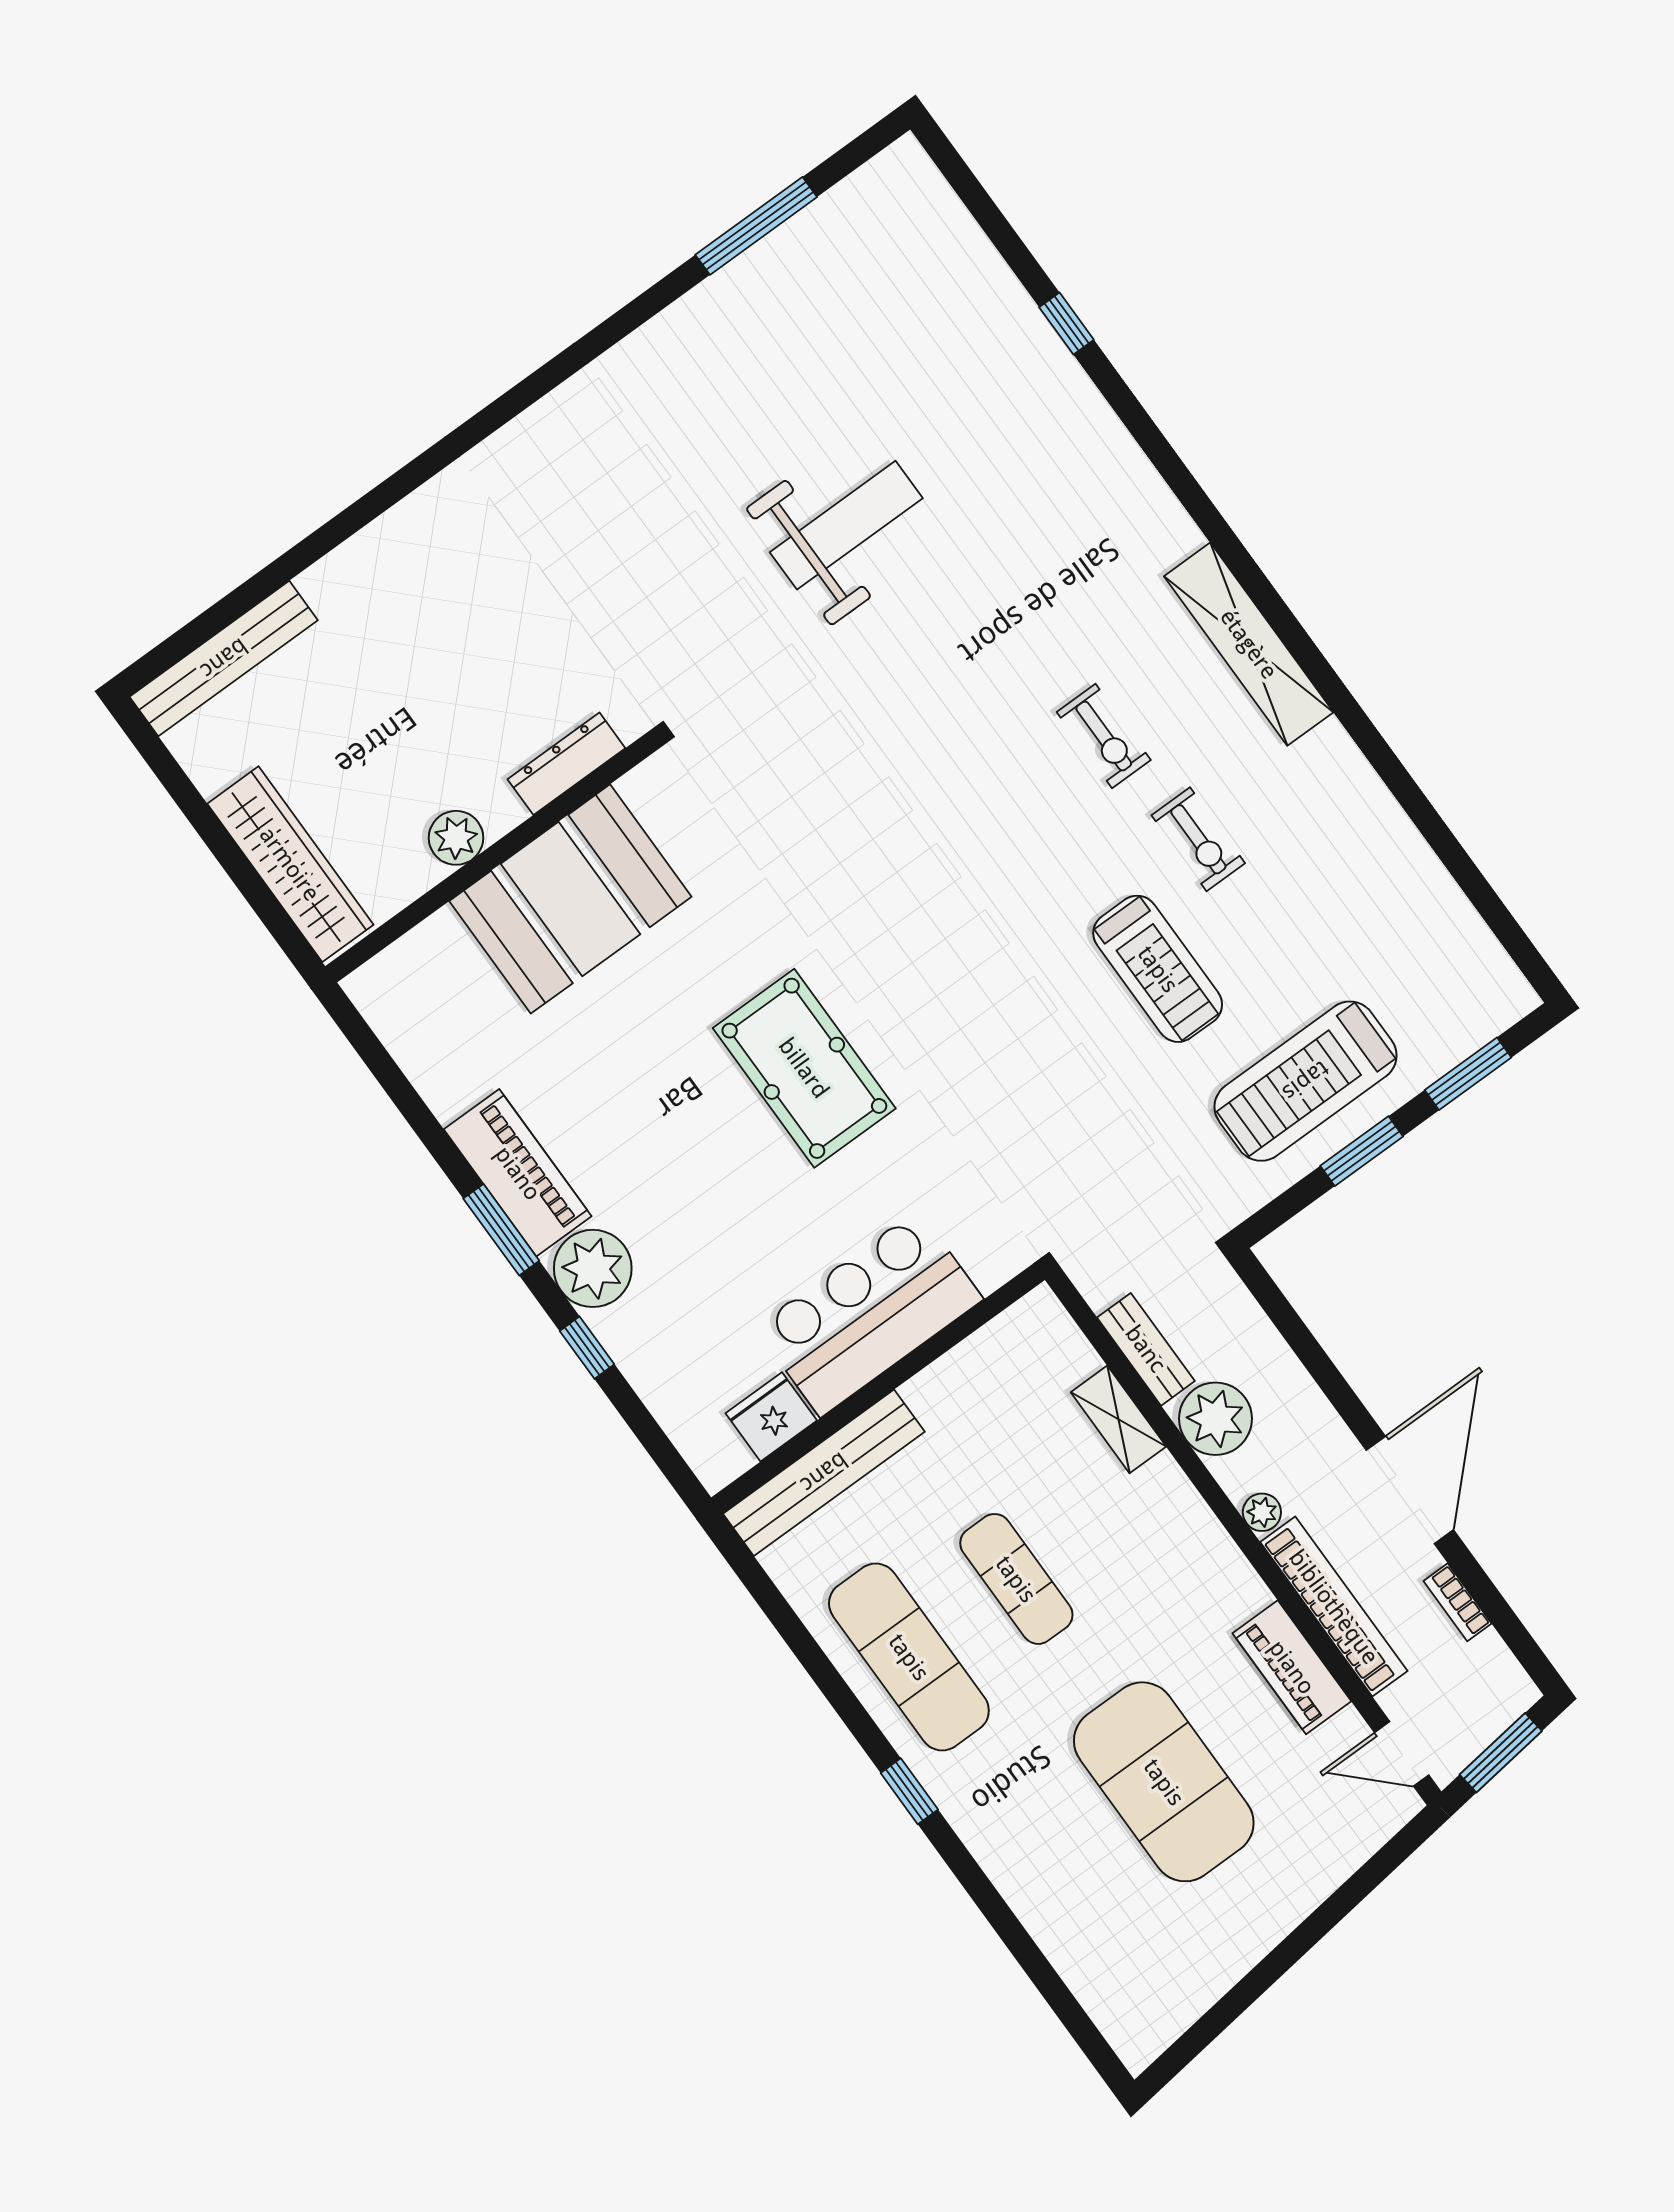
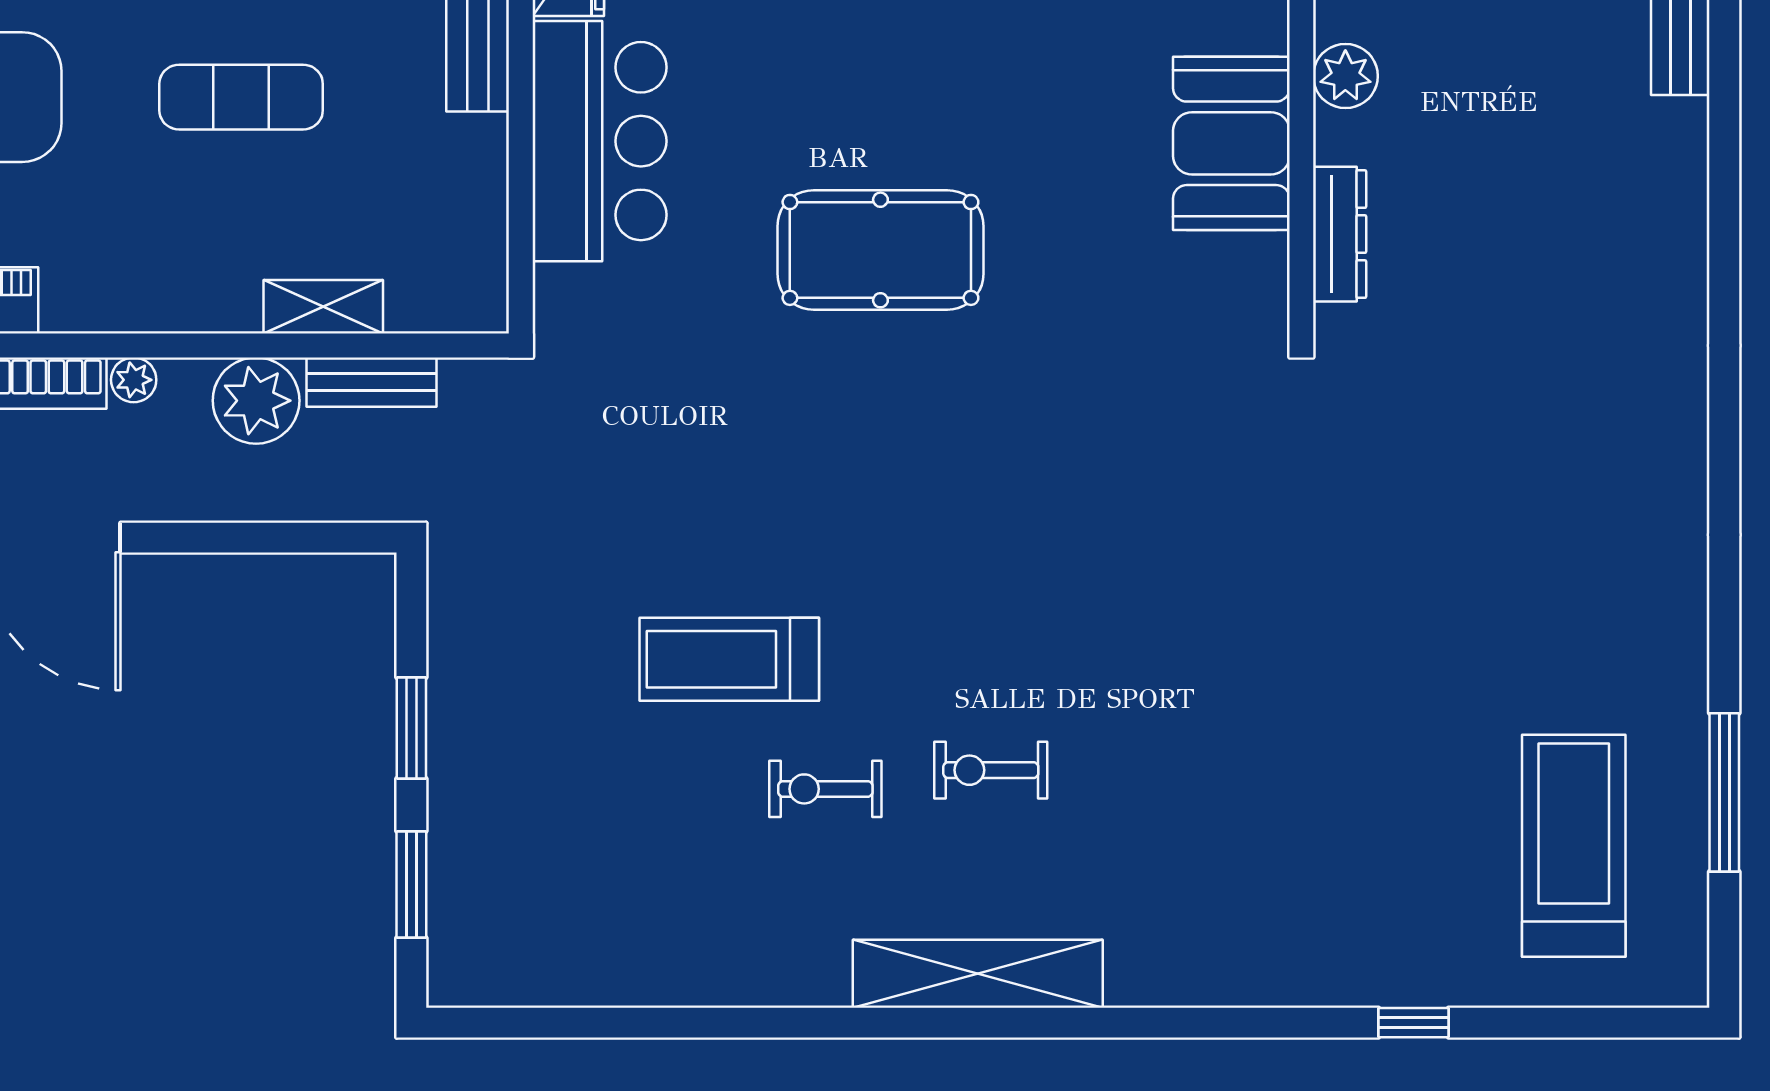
weight bench: (846, 525) -> (1373, 670), removed
booth: (570, 899) -> (1231, 143), width x0.73, depth x0.70
treadmill: (1306, 1081) -> (1574, 846), moved

